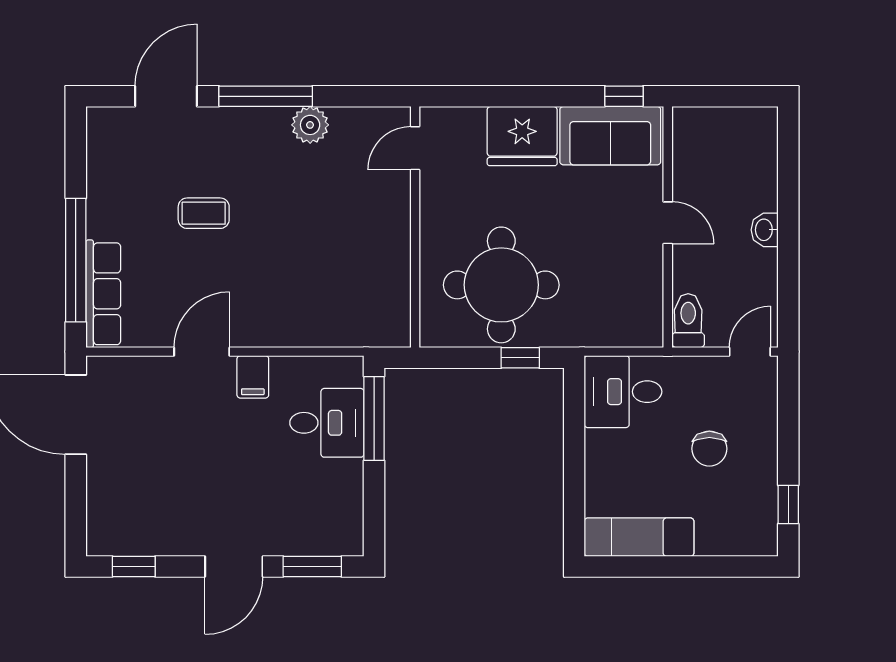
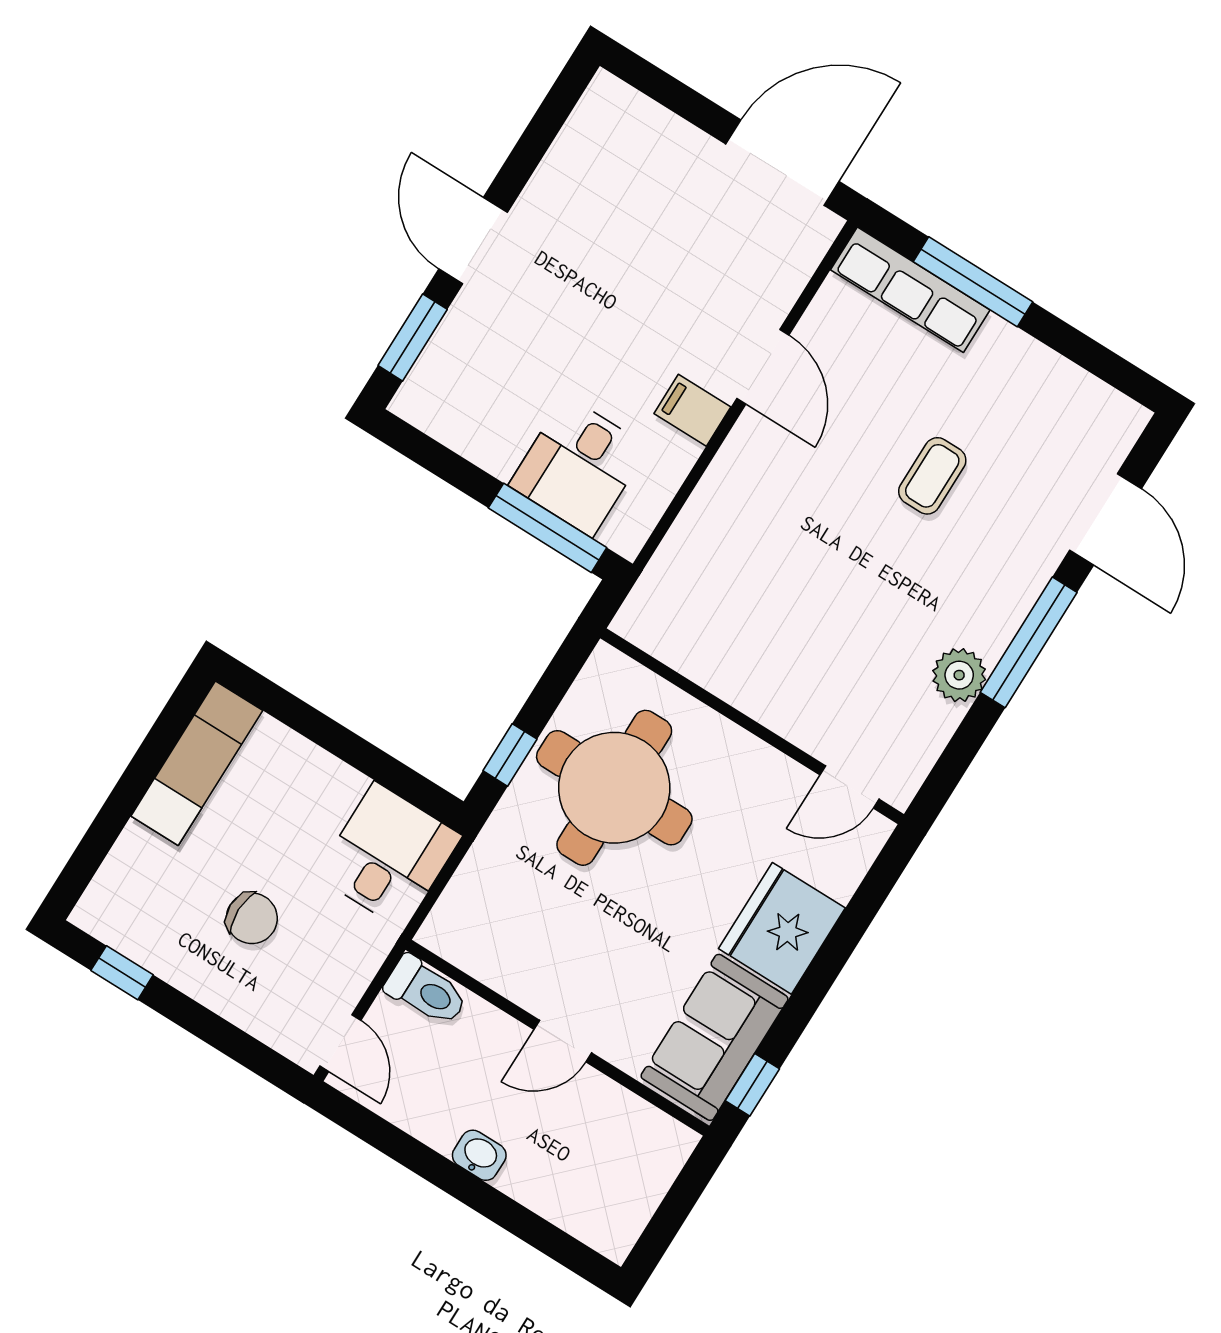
door: (415, 148) -> (849, 787), swing flipped
window: (76, 260) -> (973, 282), width x0.68
chair: (709, 449) -> (252, 918), turned 180
window: (134, 566) -> (550, 117), removed

